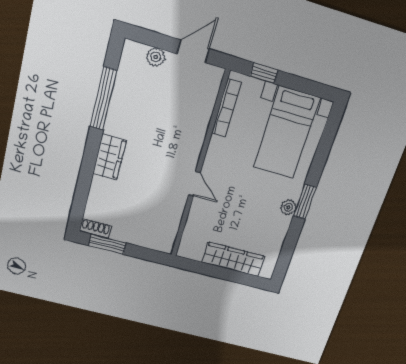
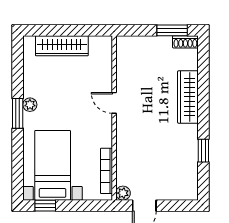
plant: (156, 57) -> (123, 193), moved
window: (264, 73) -> (45, 206), moved
window: (103, 99) -> (203, 151), width x0.46
wardrobe: (110, 157) -> (188, 97), width x1.50

